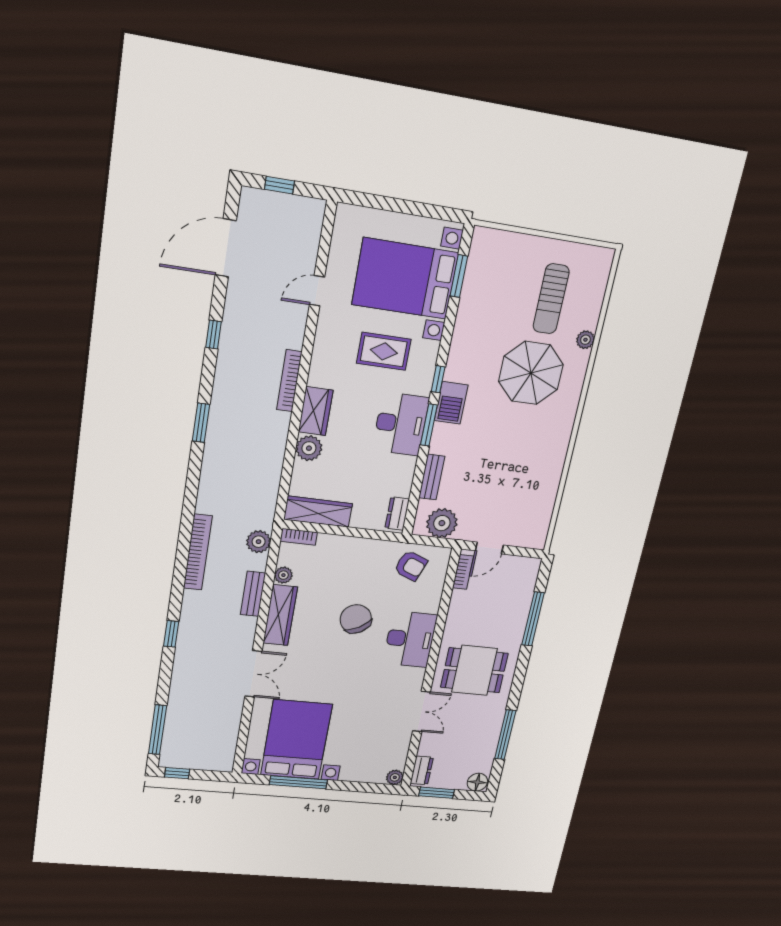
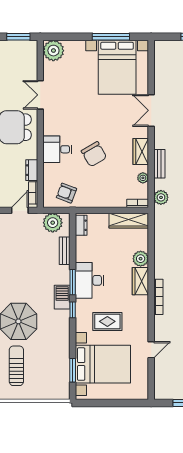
wardrobe: (280, 615) -> (141, 152), width x0.67
desk: (410, 639) -> (57, 149), width x0.73
dresser: (422, 770) -> (32, 170), moved
plant: (395, 777) -> (53, 51), width x1.88, depth x1.88

